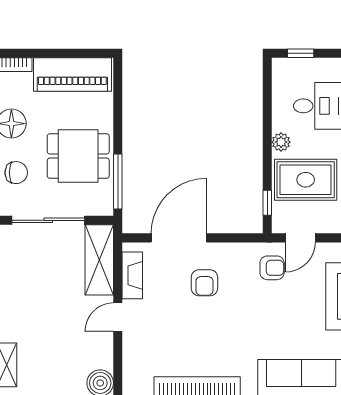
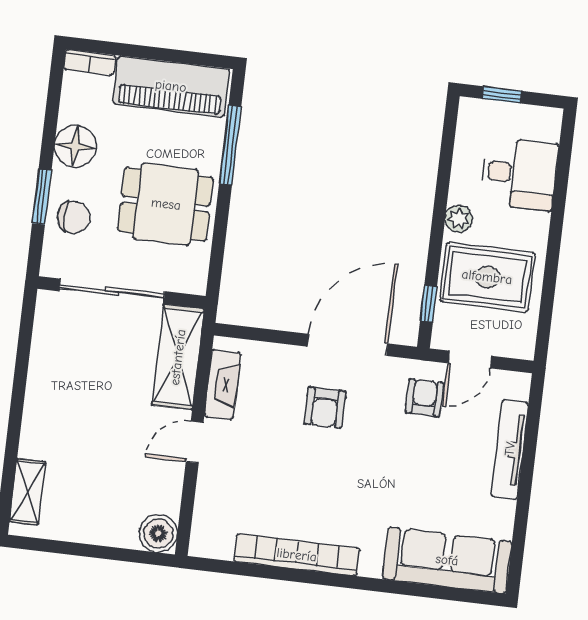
window: (118, 182) -> (230, 145), moved
door: (179, 238) -> (347, 345), moved
armchair: (272, 268) -> (424, 398), turned -90

